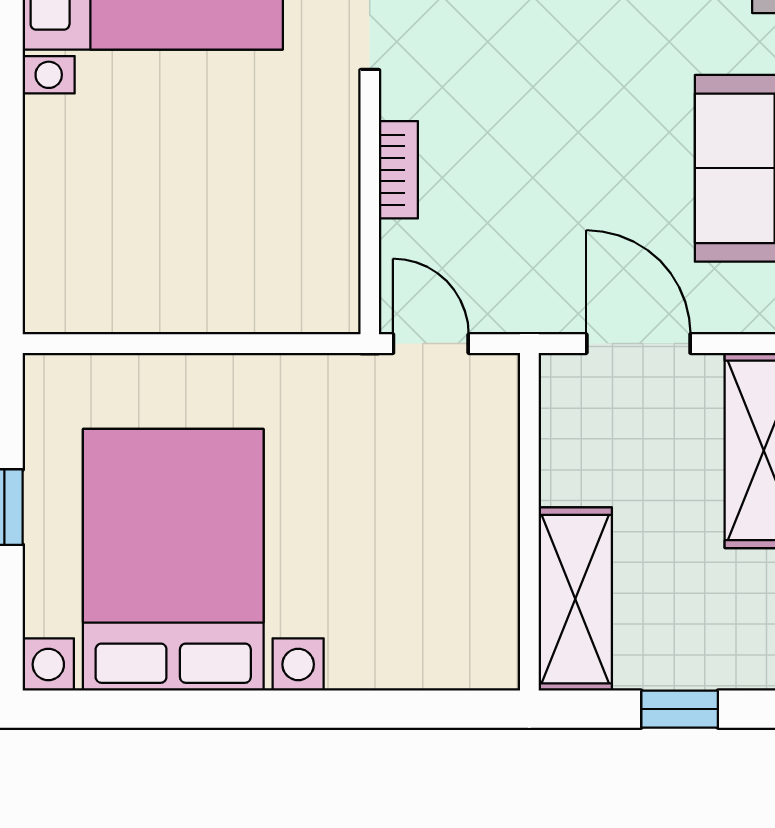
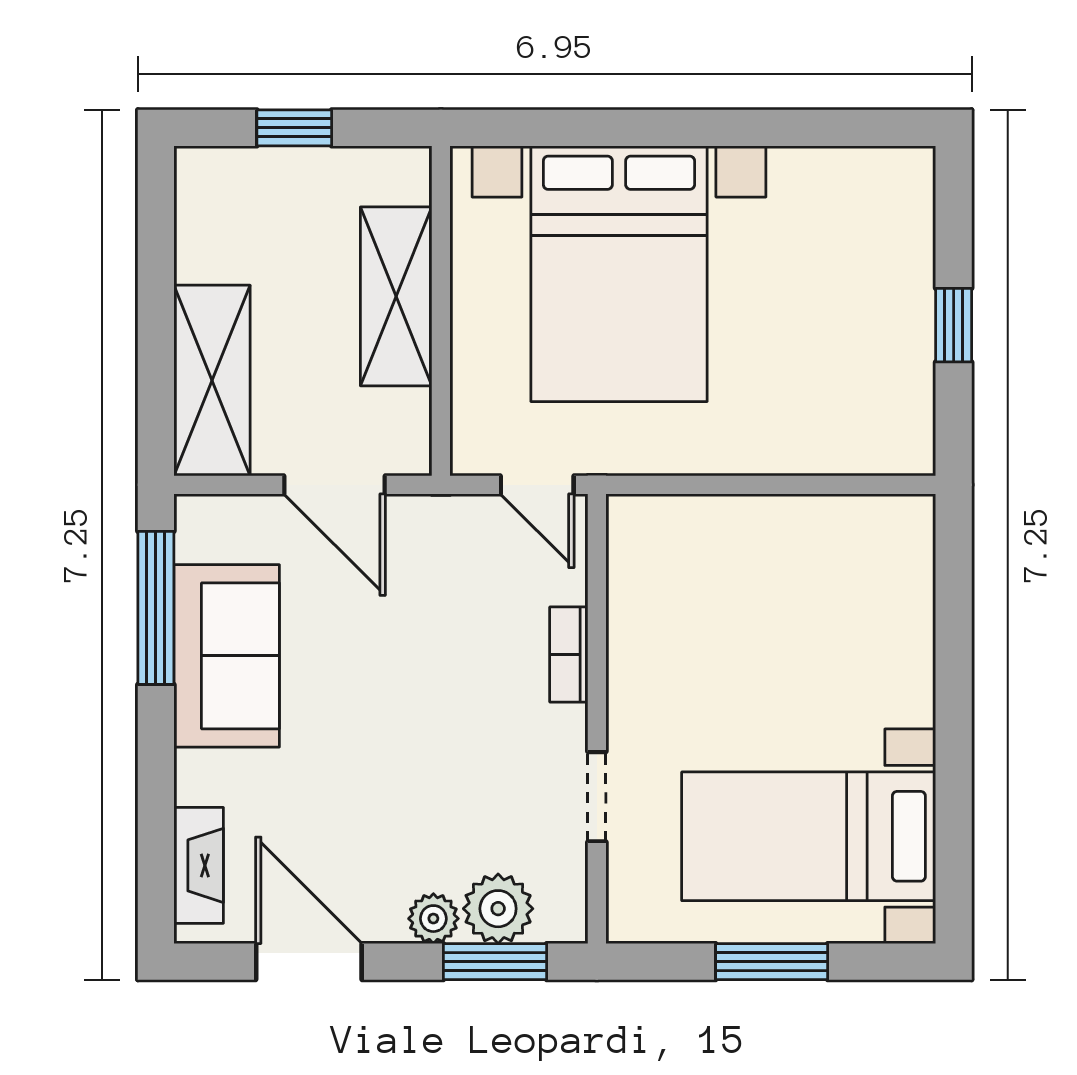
bed with nightstands: (173, 560) -> (619, 274), moved
shelving: (575, 599) -> (396, 296), moved

